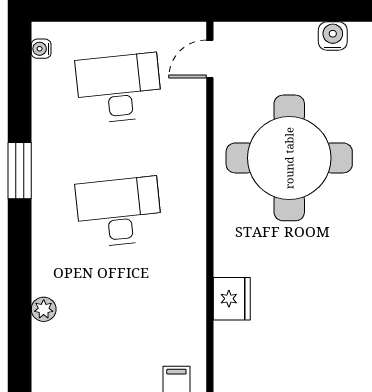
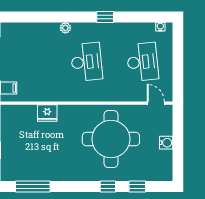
water cooler: (333, 36) -> (166, 143), moved
window: (20, 171) -> (105, 17), width x0.67
plant: (44, 309) -> (65, 28), moved

